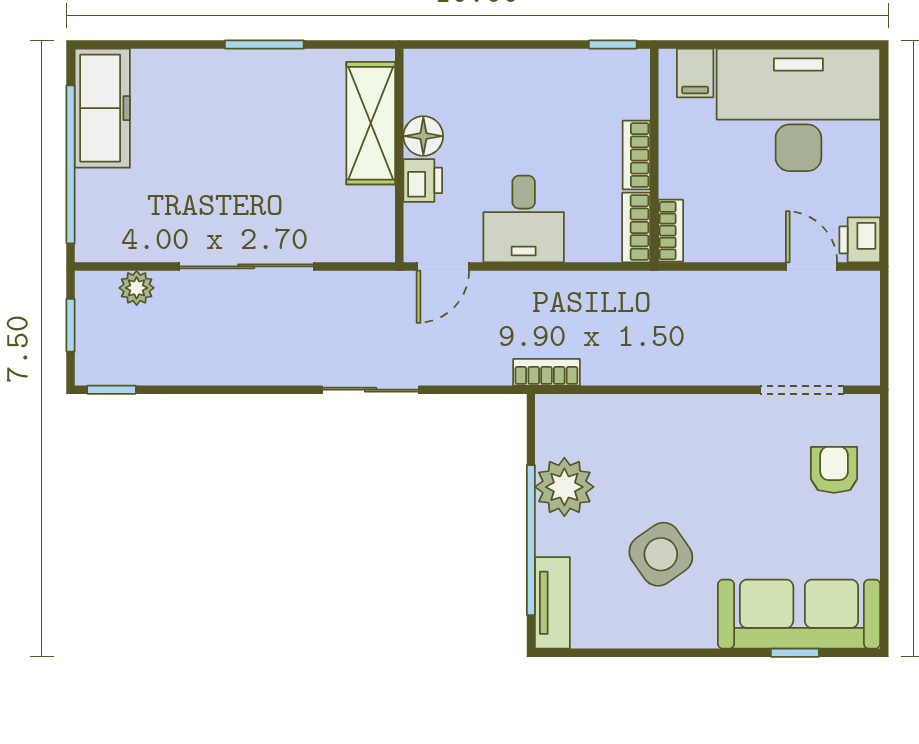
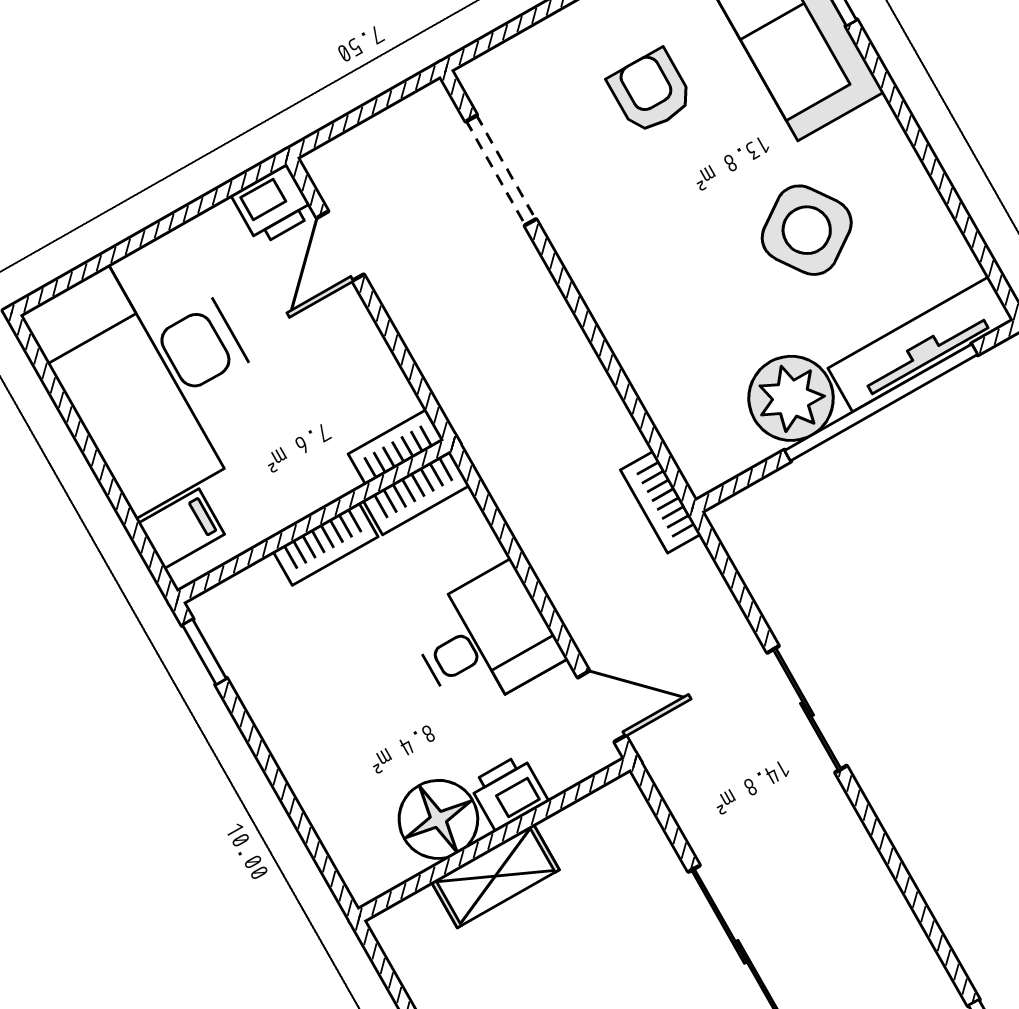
shelving: (371, 123) -> (495, 876), width x0.67, depth x0.75
floor lamp: (423, 136) -> (438, 819), width x1.38, depth x1.38
armchair: (834, 470) -> (651, 92), moved, turned 90
tv unit: (552, 603) -> (921, 344), width x1.41

